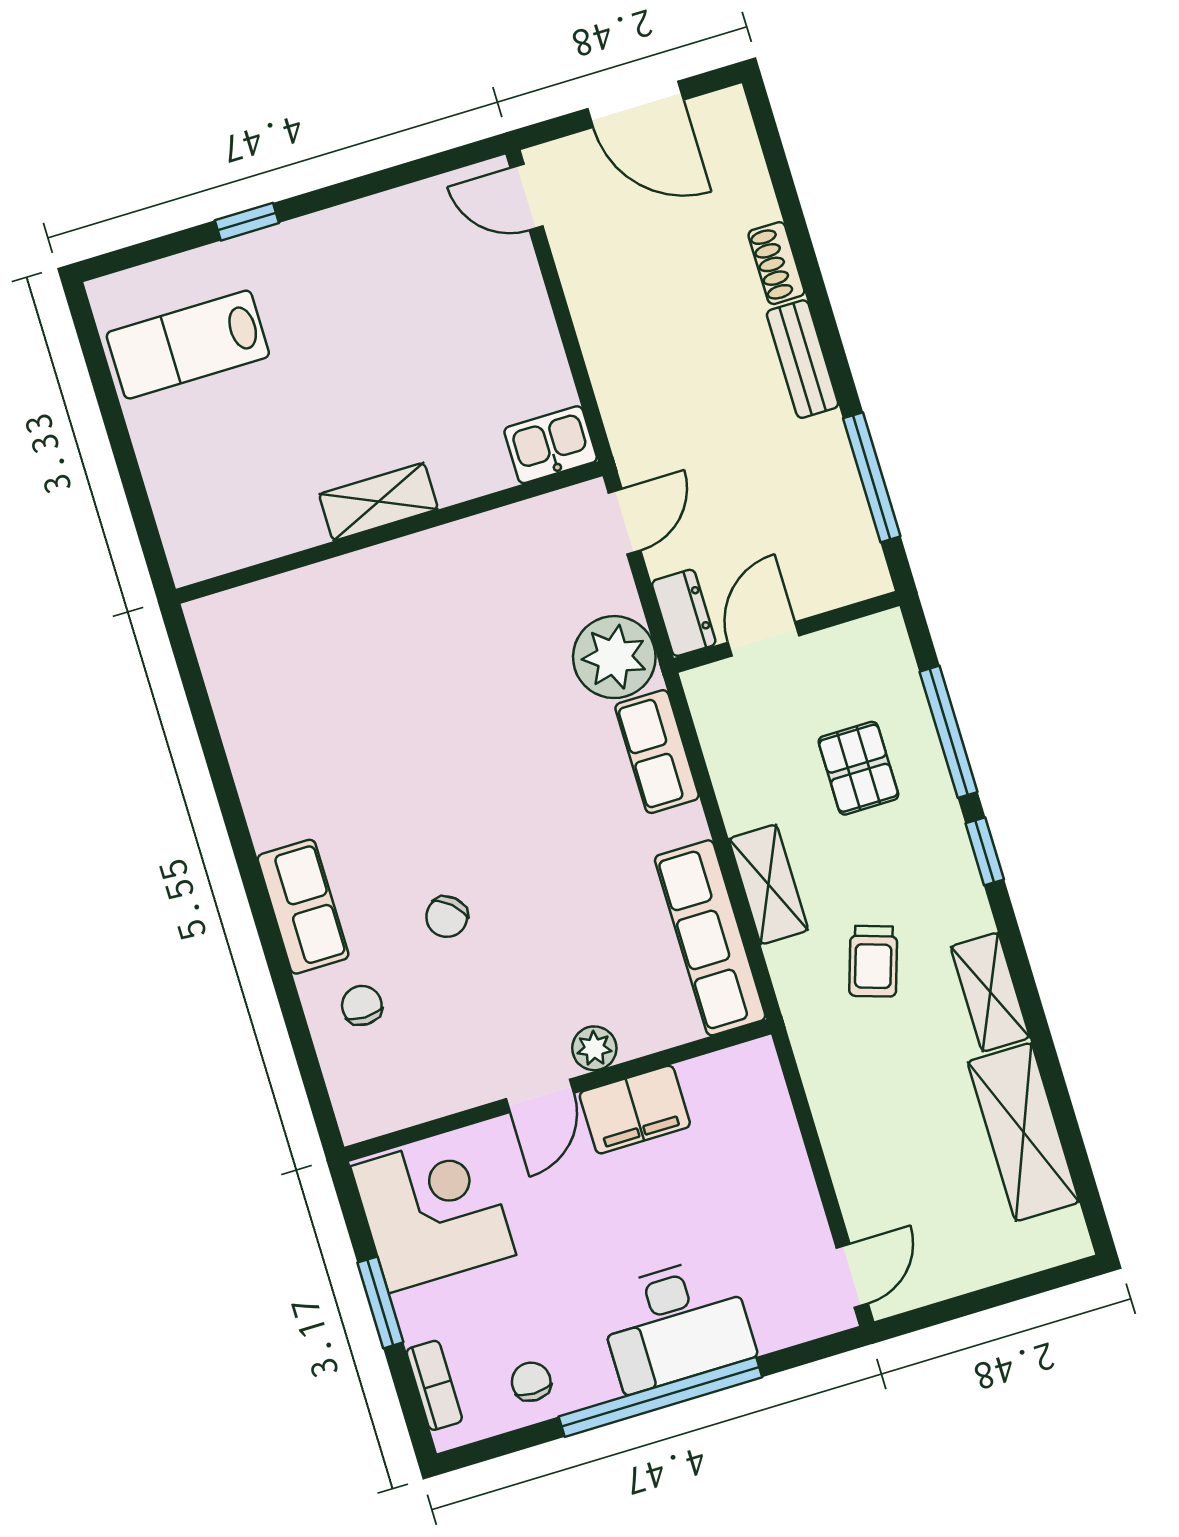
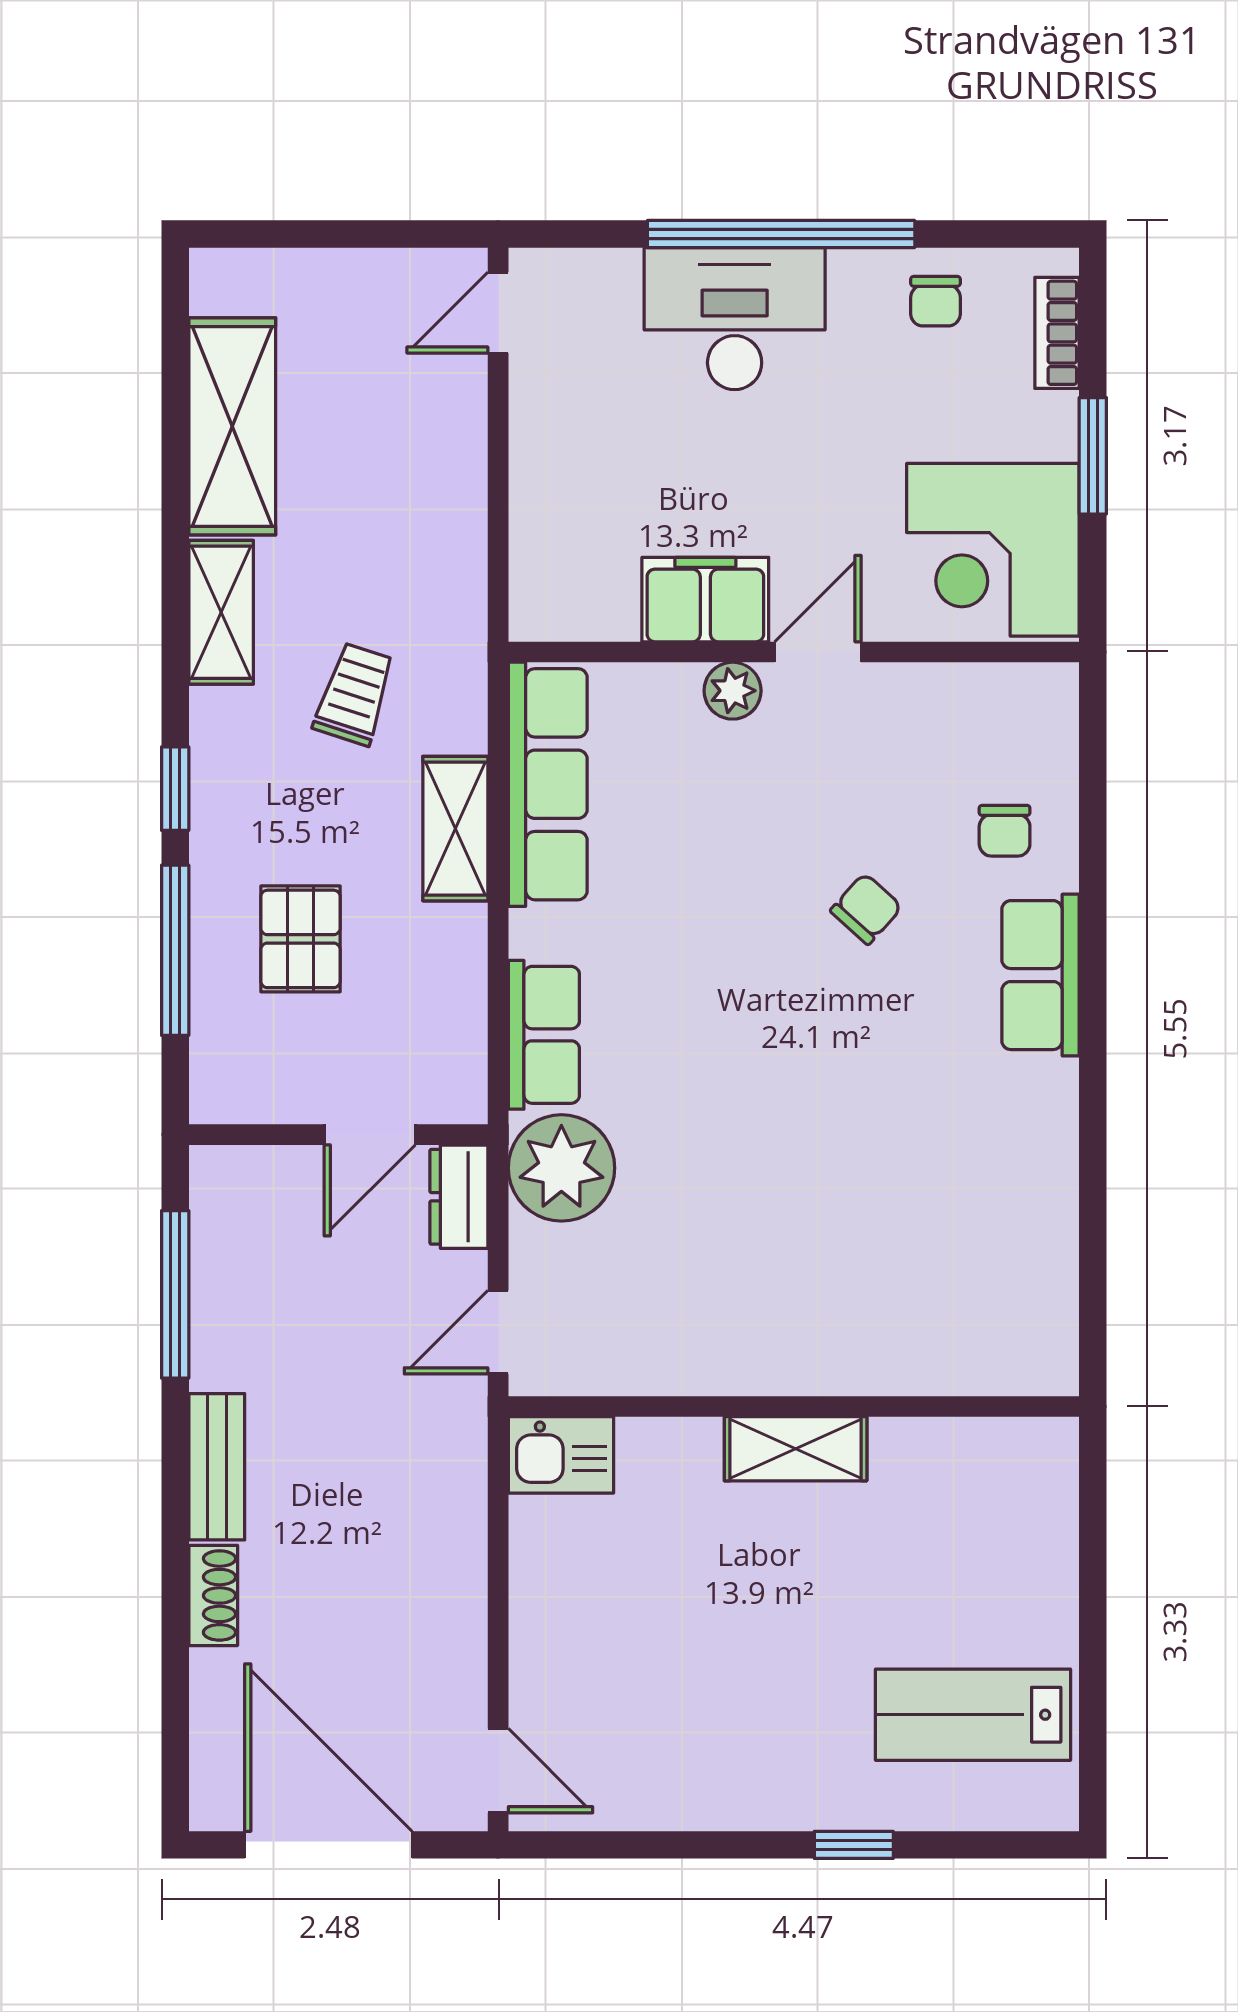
door: (635, 104) -> (328, 1845), width x1.36
lab bench: (188, 345) -> (973, 1715), turned 180

